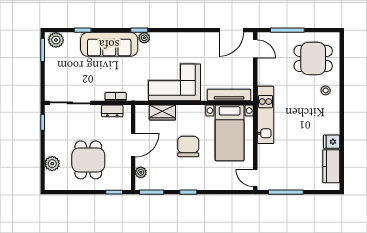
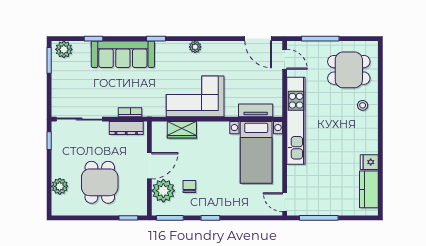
door: (231, 30) -> (258, 39), hinge flipped
plant: (144, 38) -> (195, 47), moved
tv unit: (229, 95) -> (256, 110), width x0.71
dresser: (112, 111) -> (126, 128), width x1.44
kitchen unit: (265, 115) -> (296, 121), width x1.36
chair: (188, 146) -> (189, 187), moved, width x0.54, depth x0.54
plant: (141, 172) -> (163, 191), width x1.87, depth x1.87

